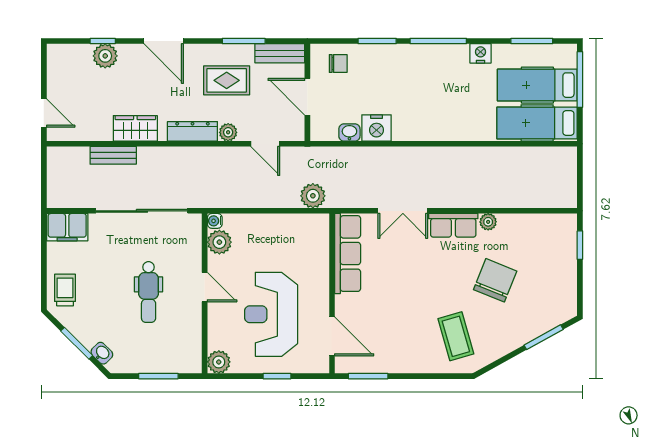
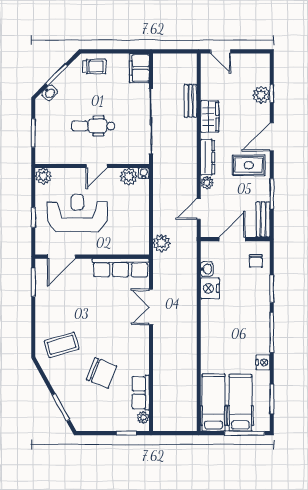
rug: (227, 80) -> (249, 165), moved, turned 90
door: (44, 113) -> (221, 51), hinge flipped
plant: (488, 222) -> (143, 417), moved
row of seats: (453, 225) -> (141, 393), moved

